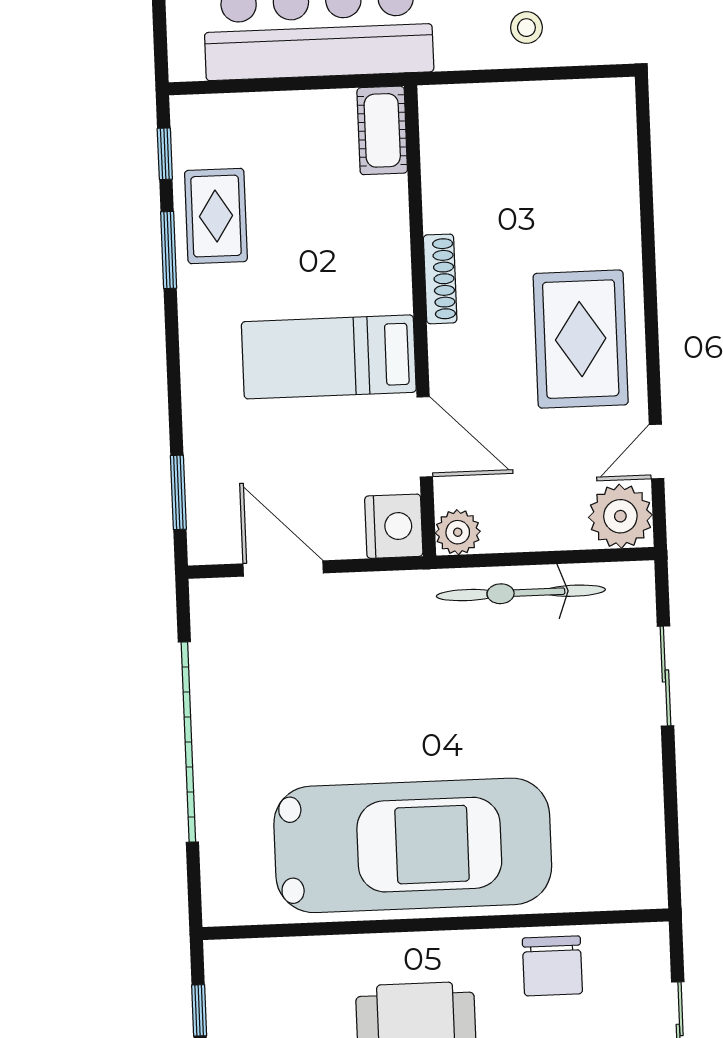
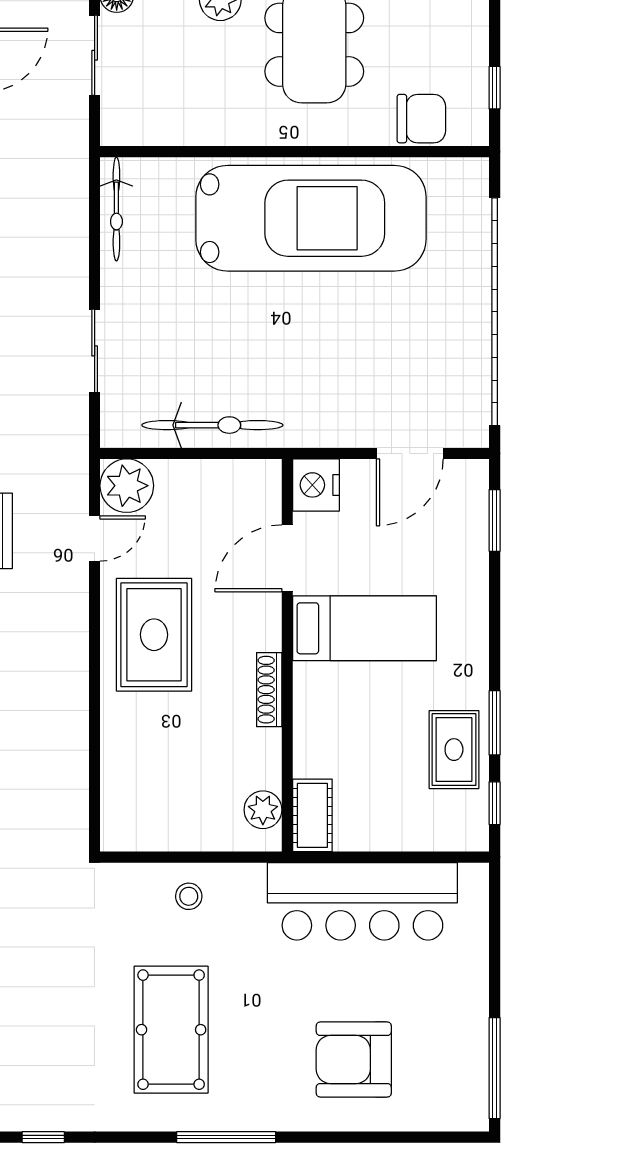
door: (425, 437) -> (287, 558), hinge flipped
plant: (458, 532) -> (263, 810), moved
door: (283, 568) -> (410, 453), hinge flipped
garage door: (188, 742) -> (495, 312), width x1.36
car: (413, 845) -> (311, 218), turned 180
bicycle: (646, 847) -> (116, 209), added
chair: (552, 966) -> (421, 119), moved, turned 90

